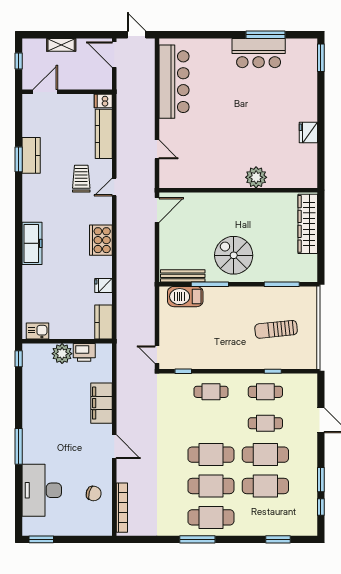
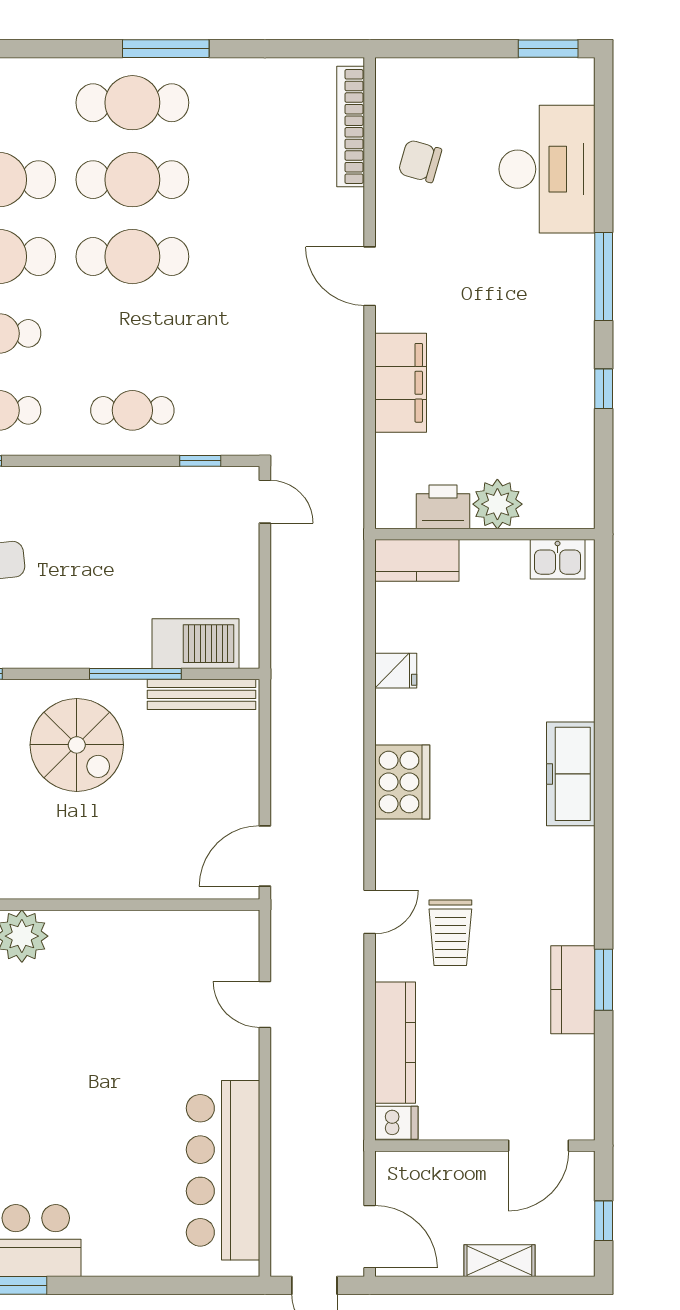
kitchen counter: (103, 322) -> (417, 560), moved, turned 90
window: (19, 359) -> (604, 389), moved

